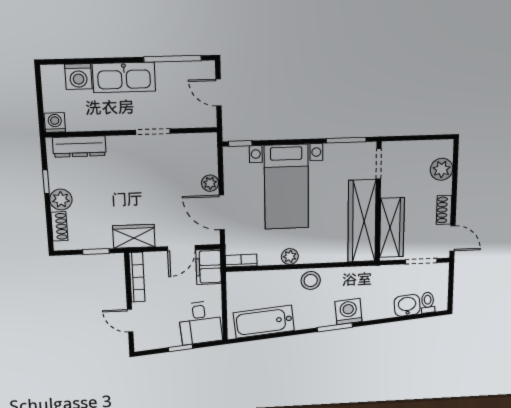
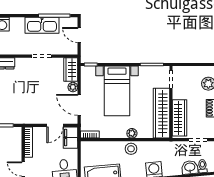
kitchen sink: (124, 77) -> (42, 25), moved
wardrobe: (134, 236) -> (71, 69), moved, turned -90
plant: (290, 257) -> (132, 133), moved

